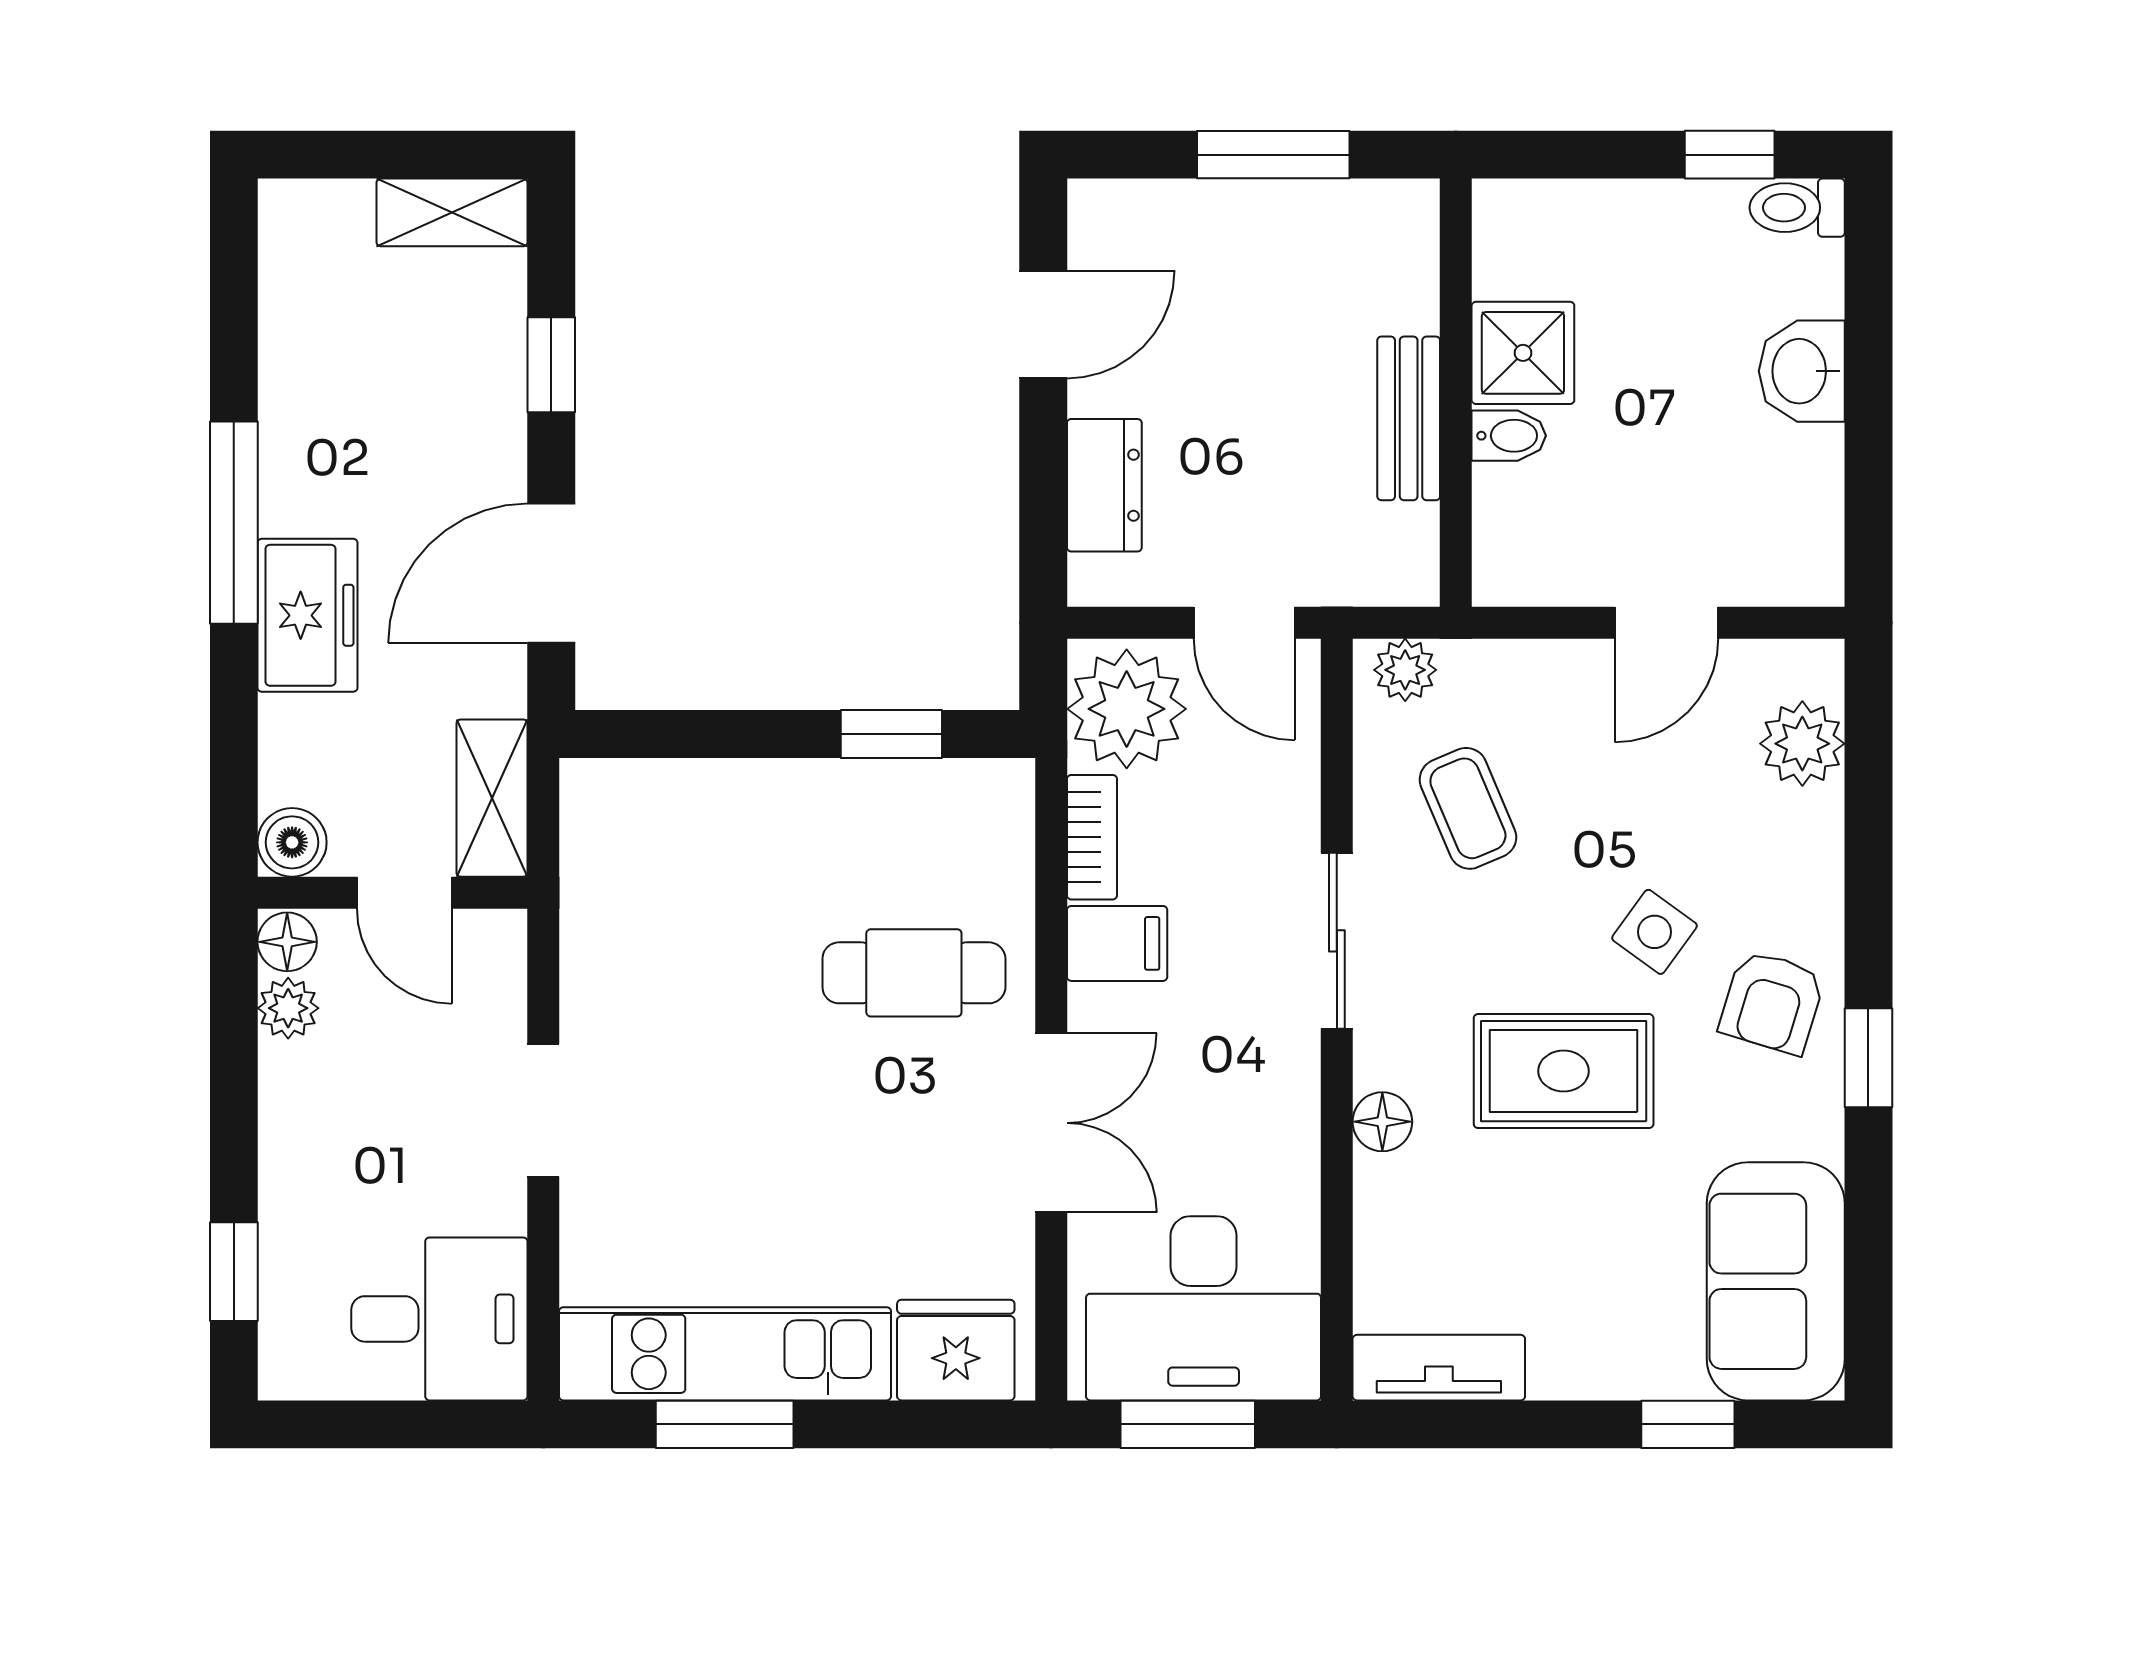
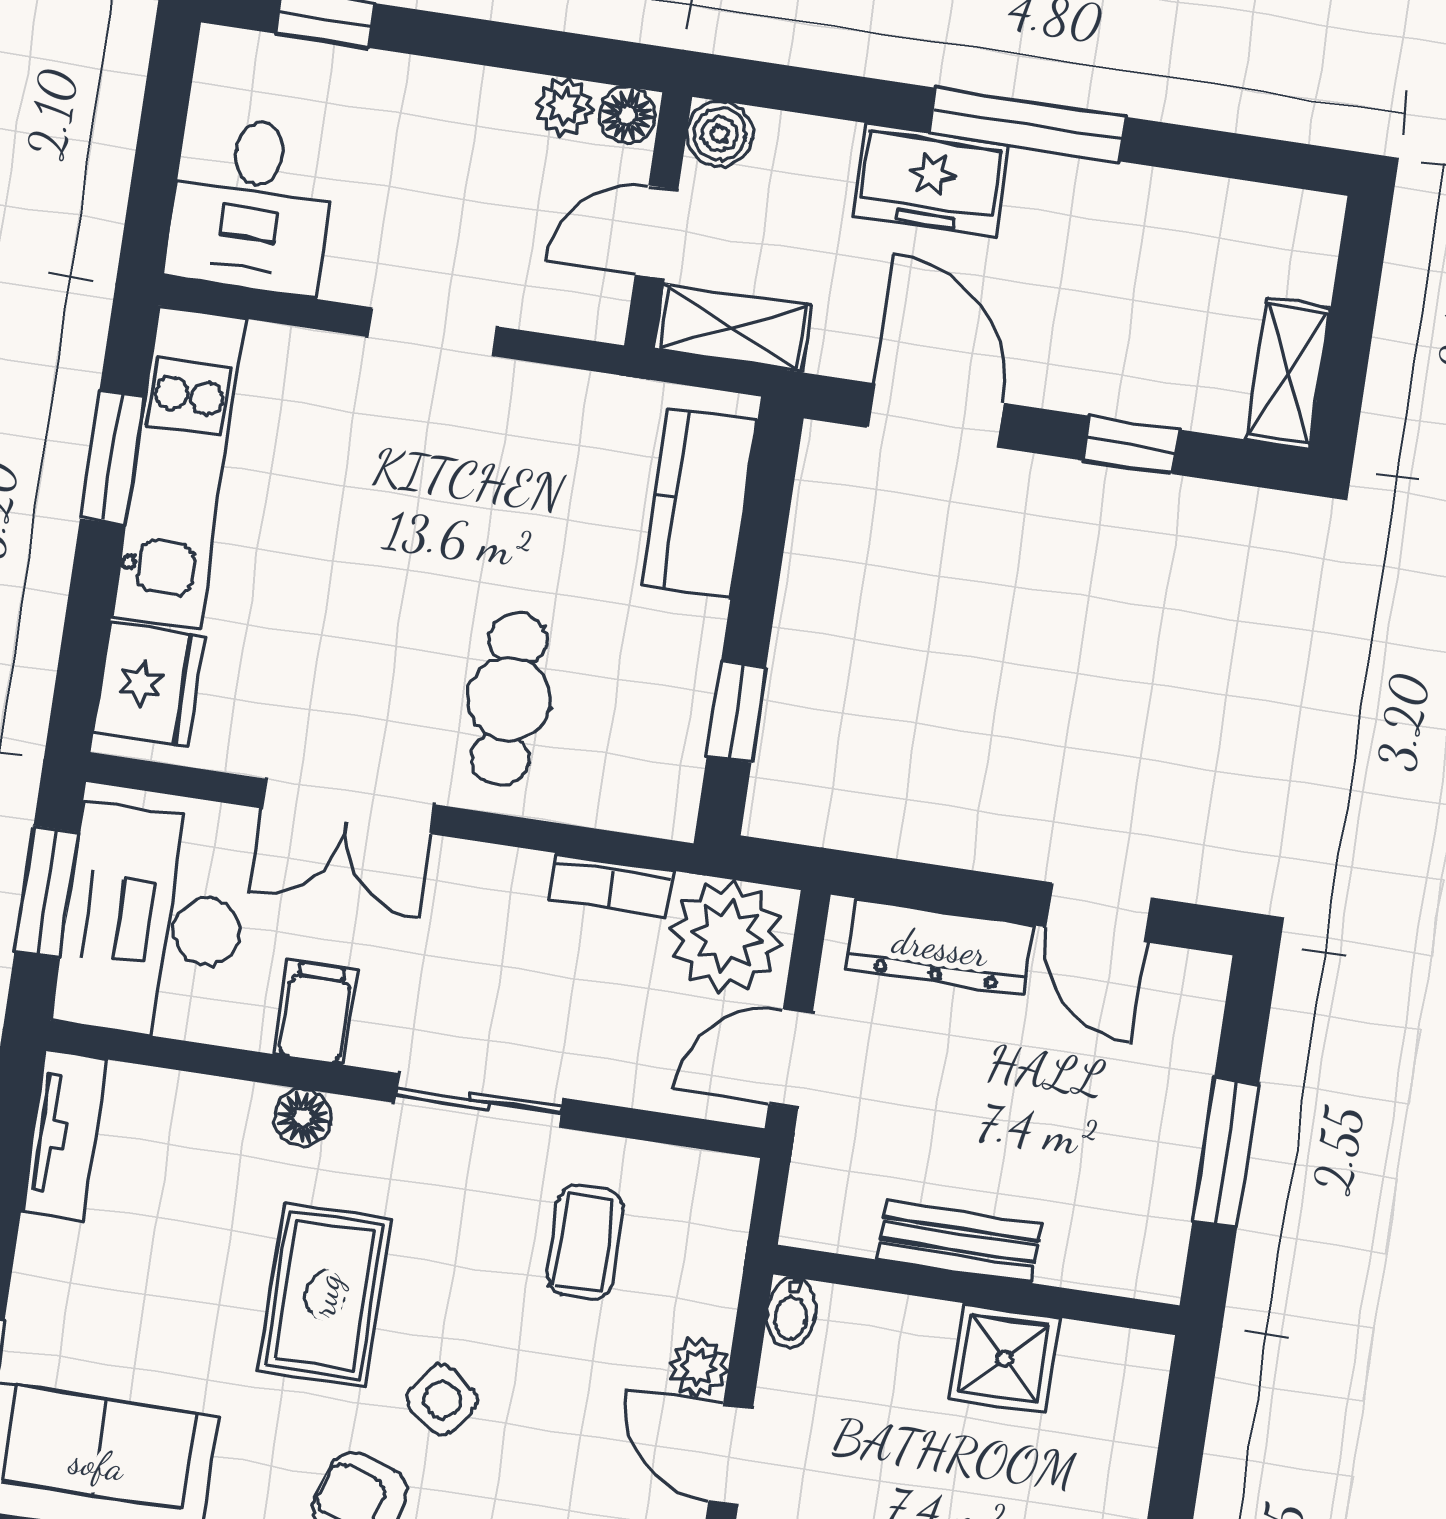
bidet: (1509, 436) -> (791, 1313), moved
dresser: (1104, 485) -> (940, 947), width x1.44
plant: (1405, 670) -> (699, 1367), moved
kitchen counter: (679, 805) -> (699, 503), added
coffee table: (1468, 808) -> (585, 1242), turned -67
filing cabinet: (1117, 943) -> (316, 1012), moved, turned 180

